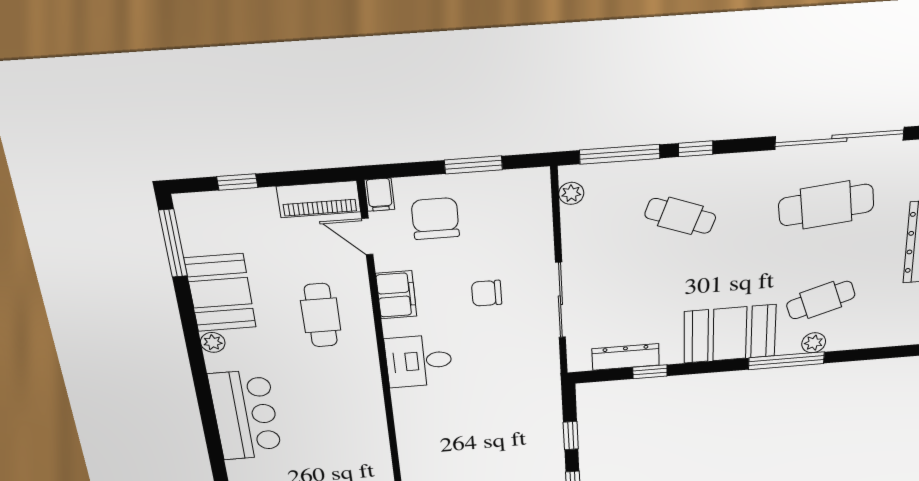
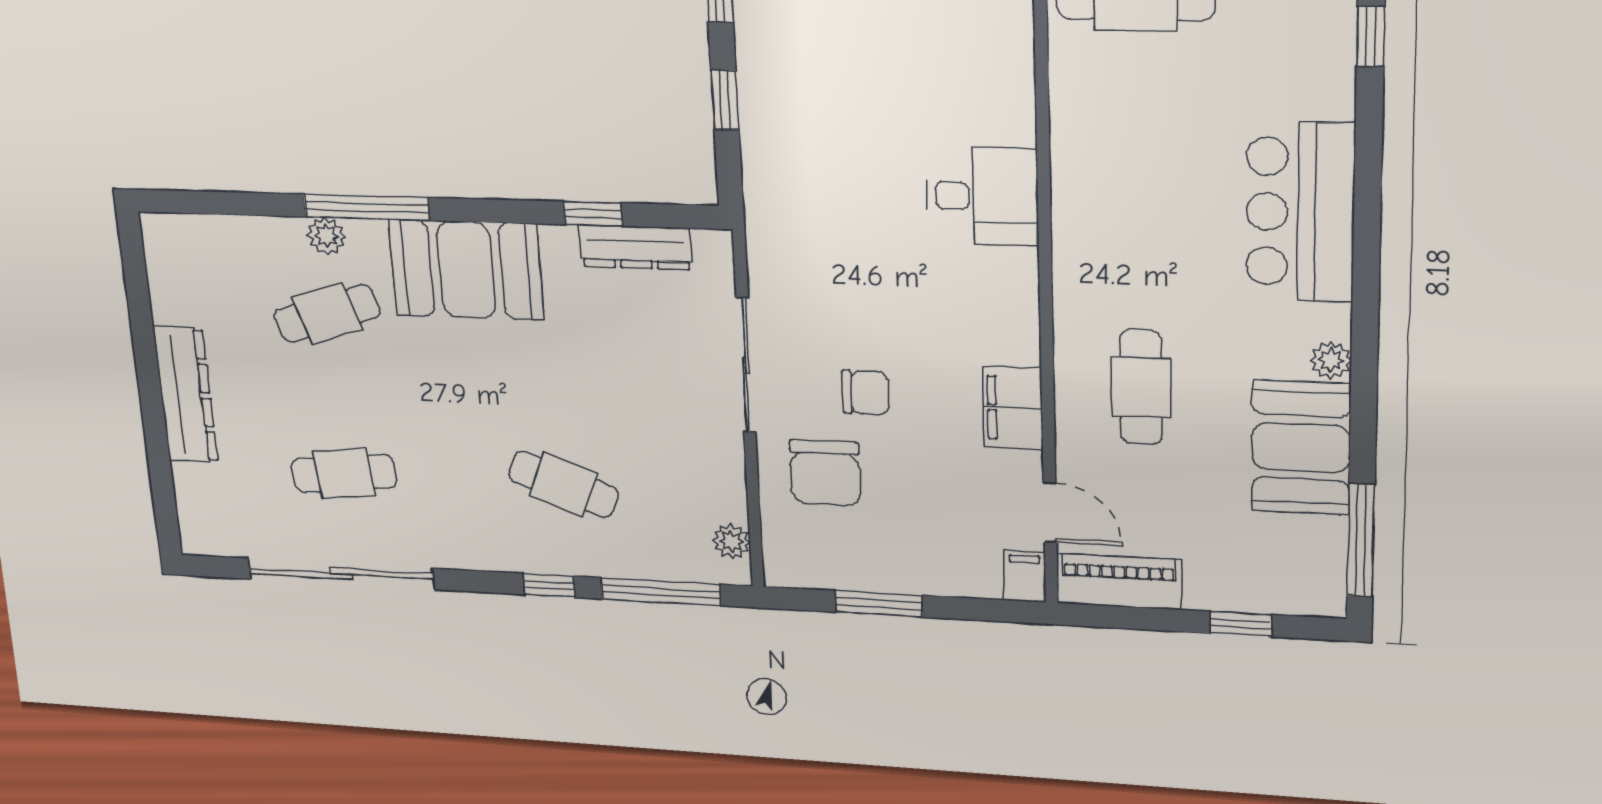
cafe table: (826, 205) -> (344, 474), width x0.73, depth x0.74
chair: (435, 219) -> (825, 473), moved
desk: (419, 361) -> (982, 196), moved

